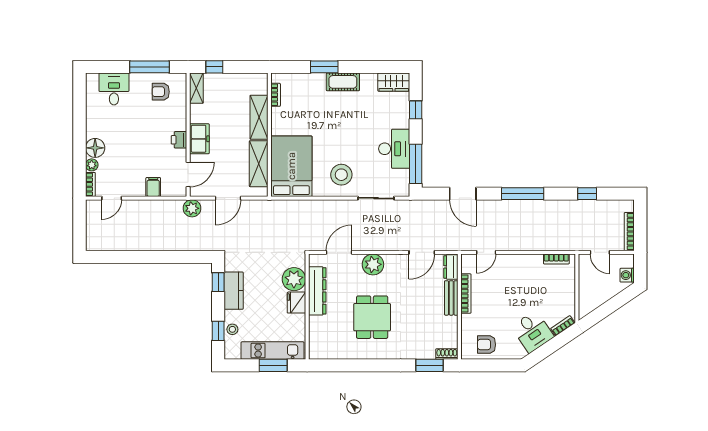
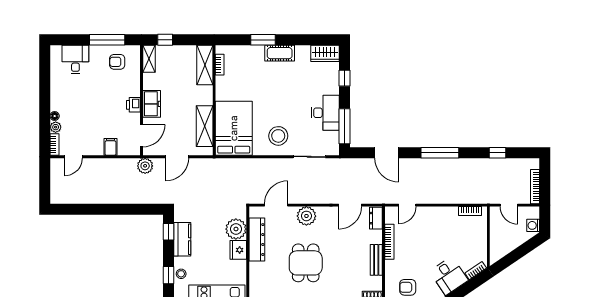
shelving: (259, 117) -> (205, 65), moved
floor lamp: (95, 148) -> (55, 116), width x0.53, depth x0.53
bench: (451, 298) -> (376, 260), moved

